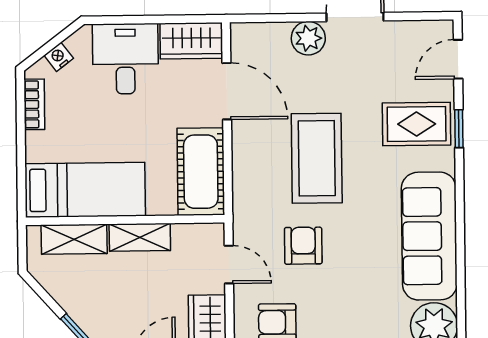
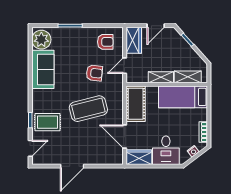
plant: (308, 38) -> (91, 158), removed
coffee table: (317, 158) -> (88, 109), turned 76
sofa: (429, 236) -> (43, 69), width x0.73
armchair: (303, 246) -> (94, 73), turned -84
door: (229, 265) -> (125, 66), hinge flipped

